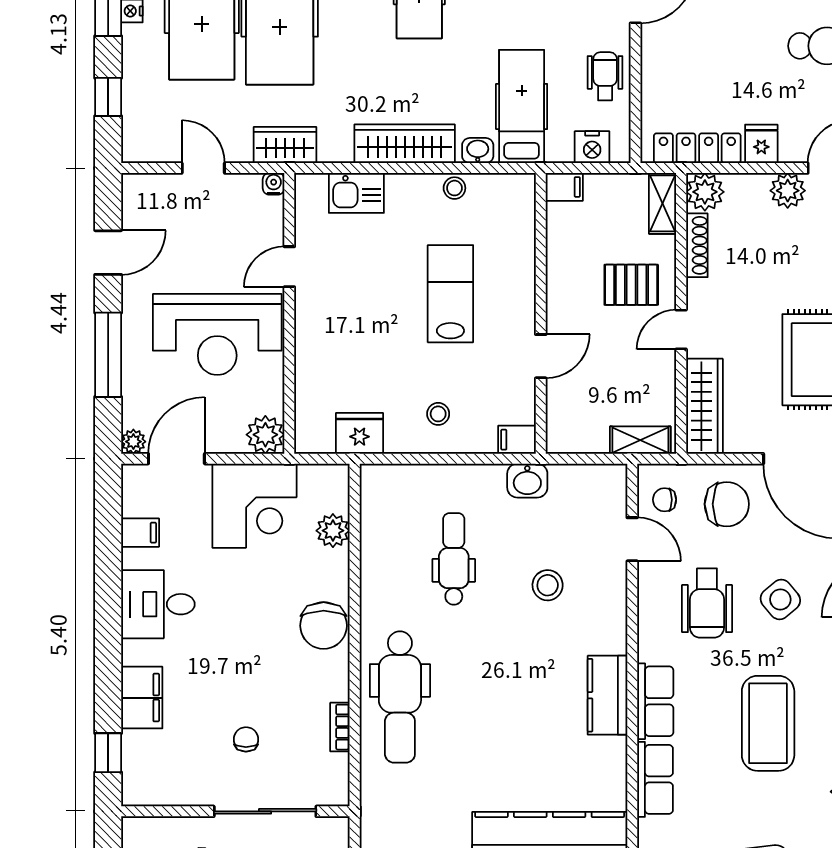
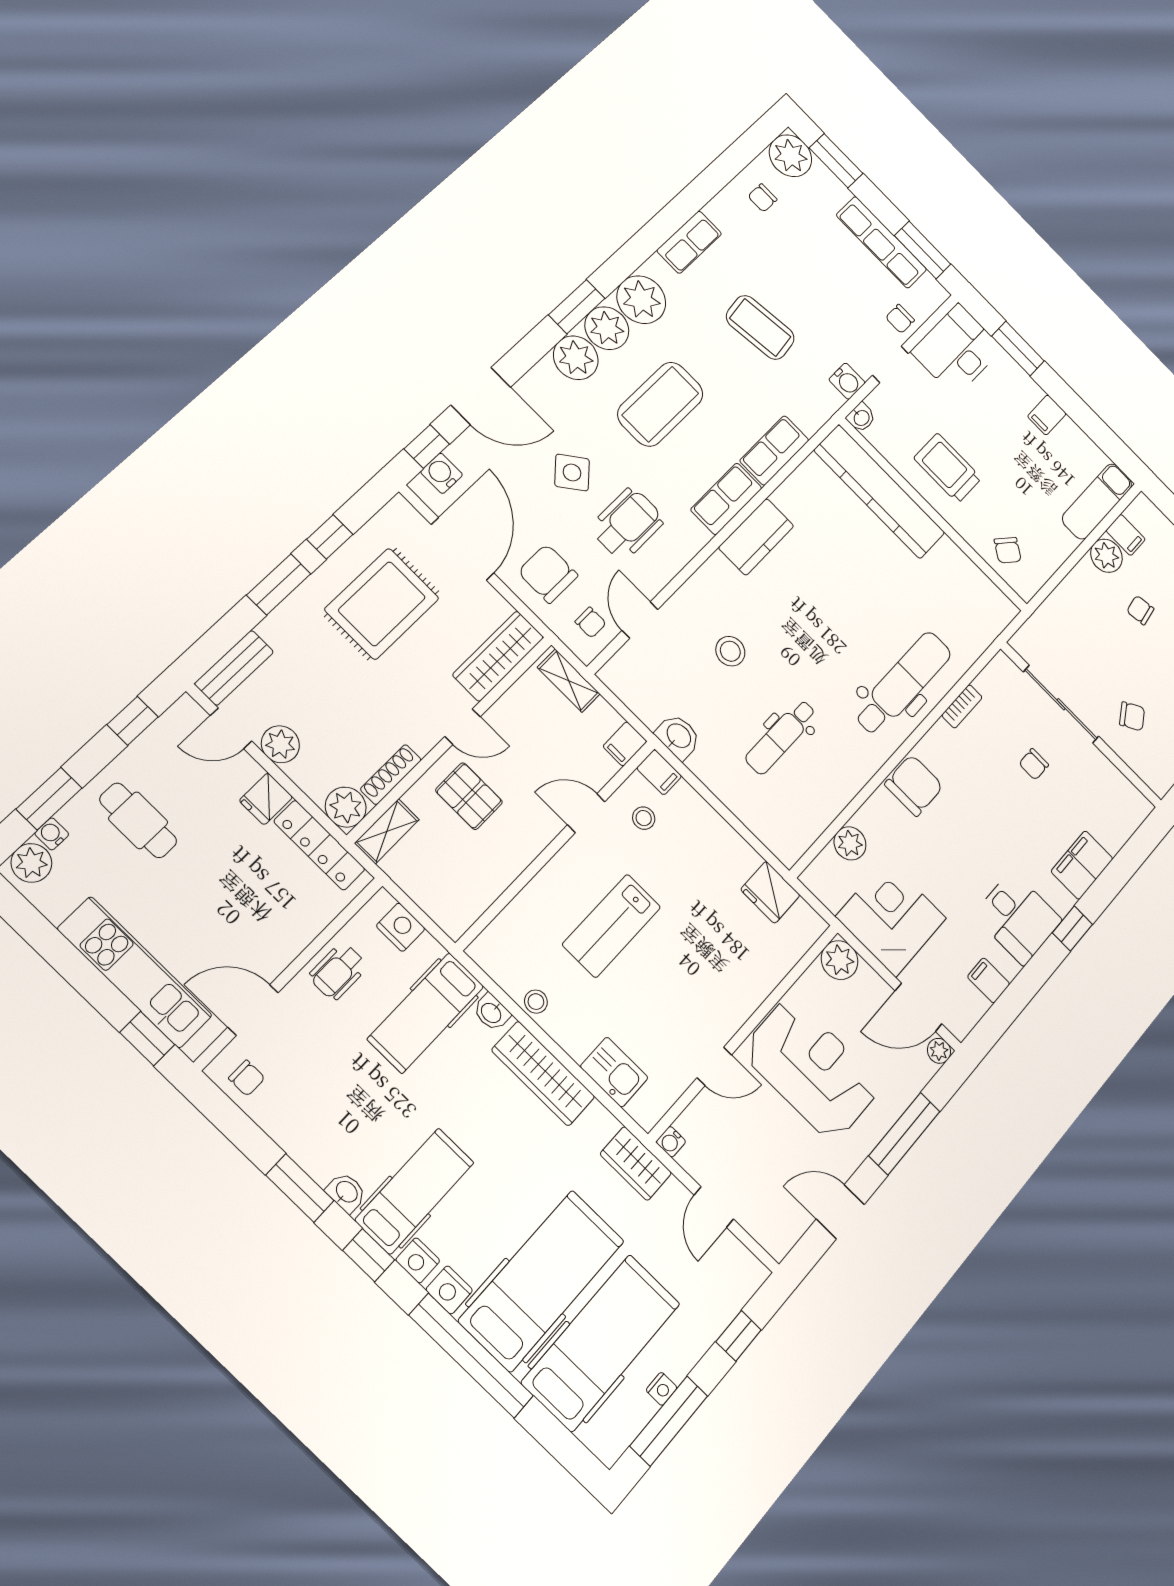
filing cabinet: (564, 187) -> (625, 744), moved, turned -90
stool: (438, 414) -> (644, 818), moved
window: (108, 753) -> (1072, 929), moved

